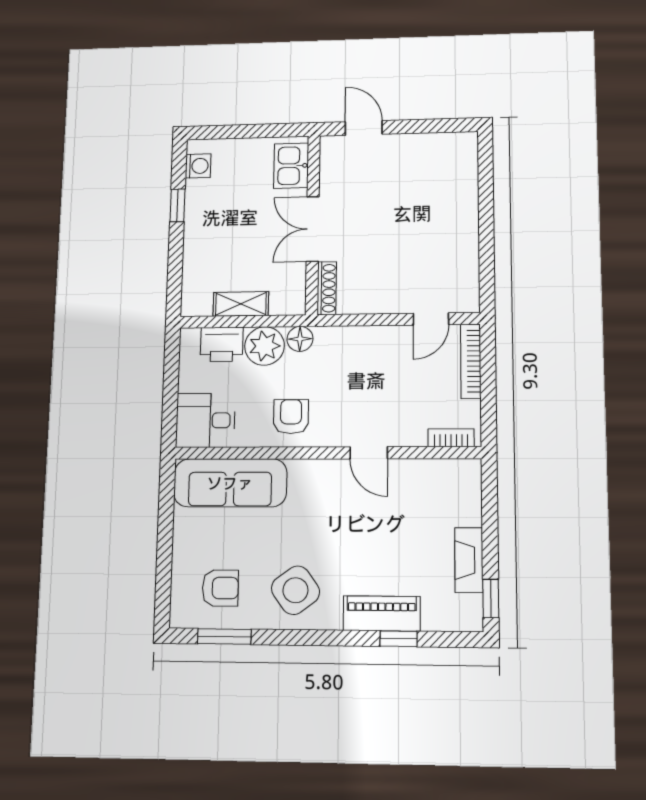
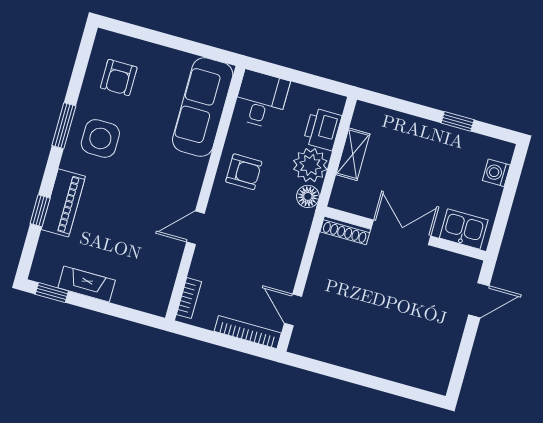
washing machine: (198, 166) -> (496, 173), moved, turned 90
side table: (295, 590) -> (100, 138), turned 36
window: (224, 636) -> (64, 126), moved

